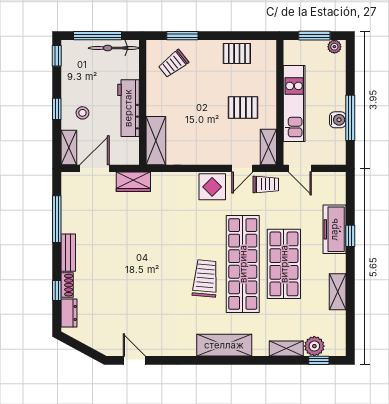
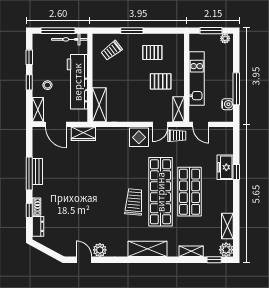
window: (182, 36) -> (132, 31), moved
pallet: (237, 53) -> (152, 52), moved
window: (57, 56) -> (29, 57), moved
workbench: (128, 108) -> (77, 82), width x1.36, depth x1.32
water cooler: (338, 120) -> (227, 104), moved
door: (94, 168) -> (56, 124), swing flipped
window: (57, 219) -> (29, 173), moved
freezer: (334, 229) -> (225, 167), width x0.71
bench: (68, 253) -> (37, 171), moved
shelving: (338, 292) -> (227, 226), moved
plant: (314, 346) -> (226, 250), moved
plant: (157, 347) -> (100, 250), added

